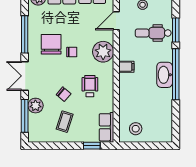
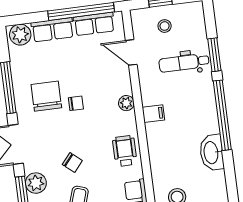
door: (116, 21) -> (131, 52), hinge flipped
plant: (103, 52) -> (126, 103), width x0.53, depth x0.53
washbasin: (165, 75) -> (212, 153), moved
wheelchair: (90, 86) -> (125, 151), moved

